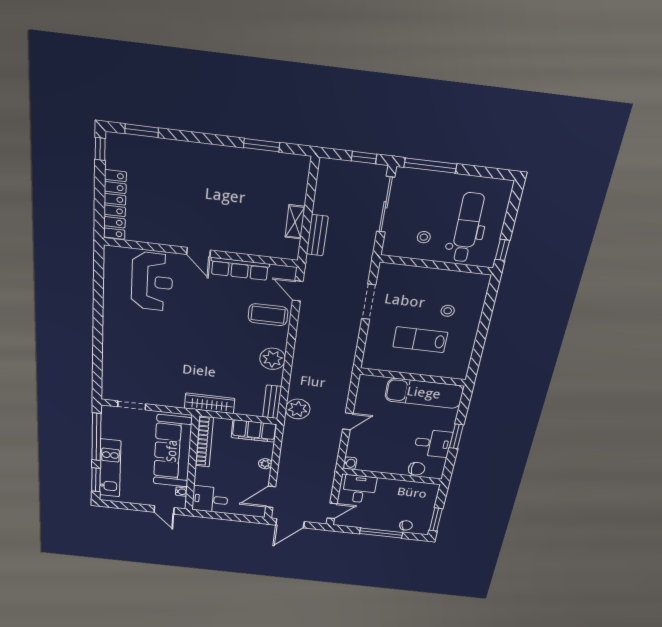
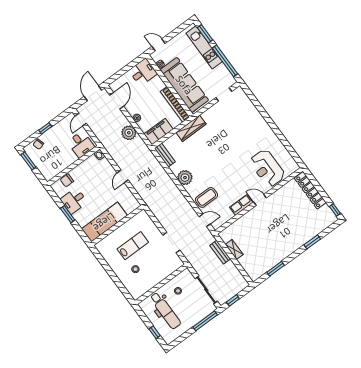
window: (142, 131) -> (312, 242), moved
window: (502, 250) -> (155, 332), moved
row of seats: (240, 269) -> (241, 205), width x0.68
plant: (298, 409) -> (129, 133), moved
window: (381, 533) -> (45, 128), width x0.46

